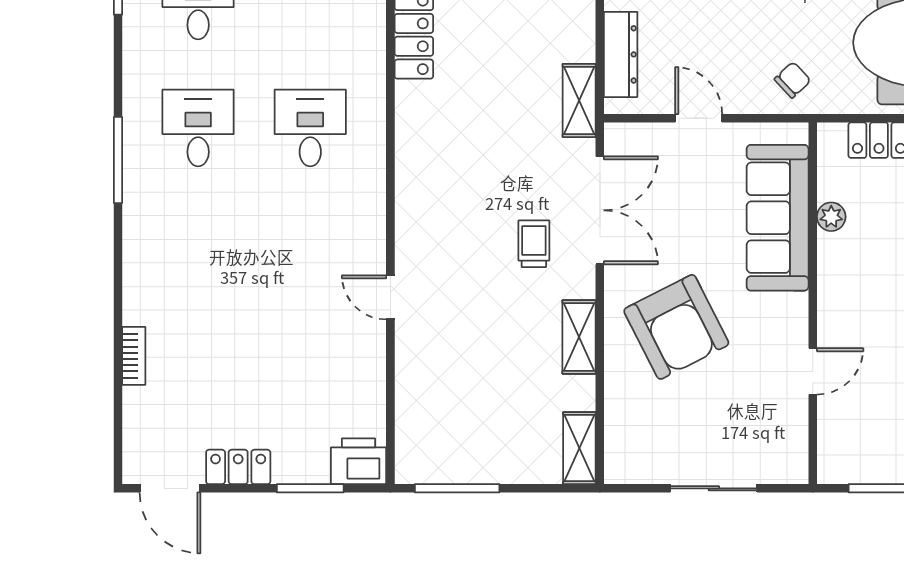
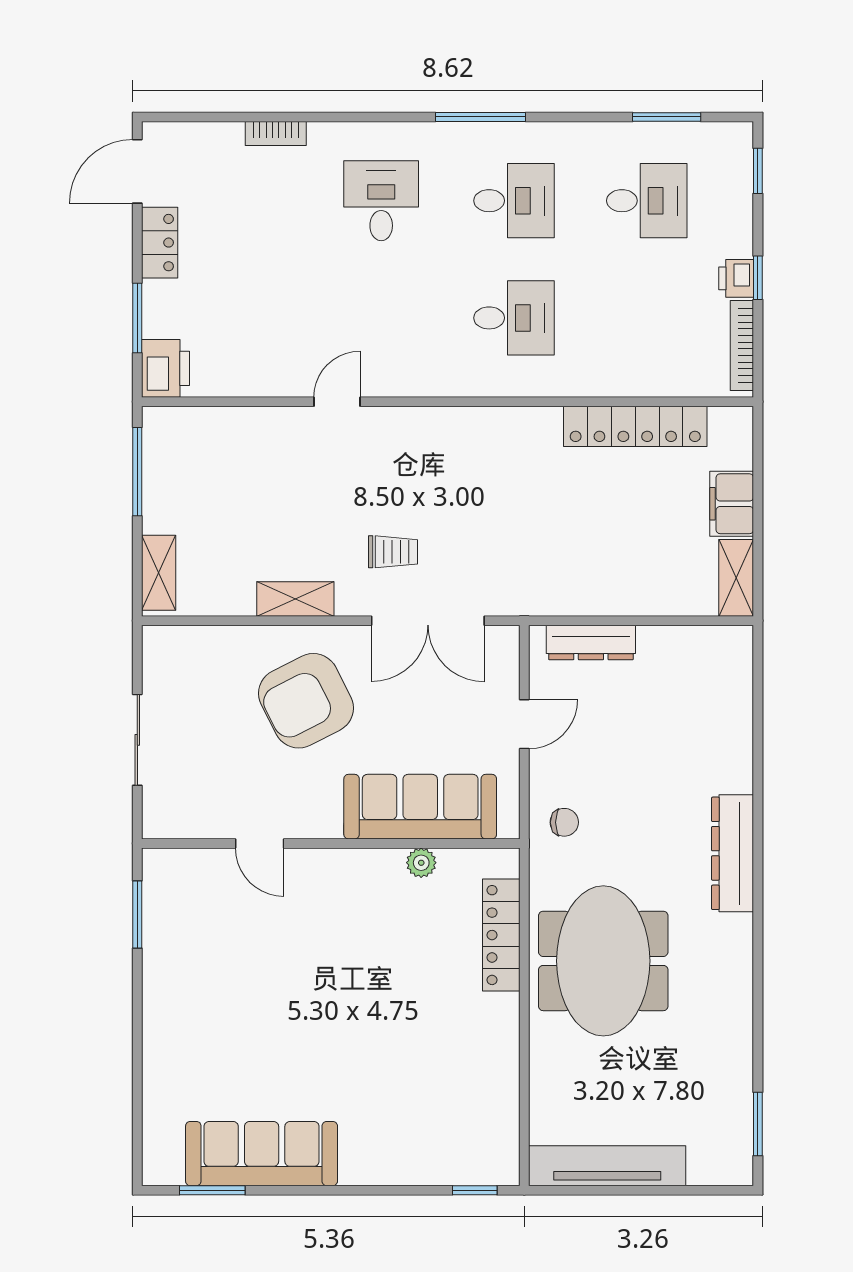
chair: (793, 80) -> (564, 822), turned -47
shelving: (579, 100) -> (543, 599), removed
desk: (198, 255) -> (381, 201), added
shelving: (579, 448) -> (159, 573), moved, turned 90

